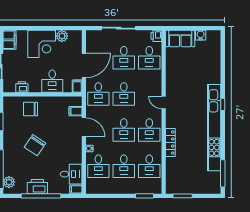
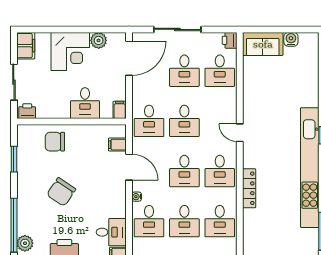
door: (84, 65) -> (129, 58), moved
printer: (22, 87) -> (27, 111), moved

